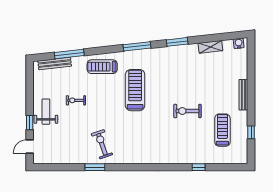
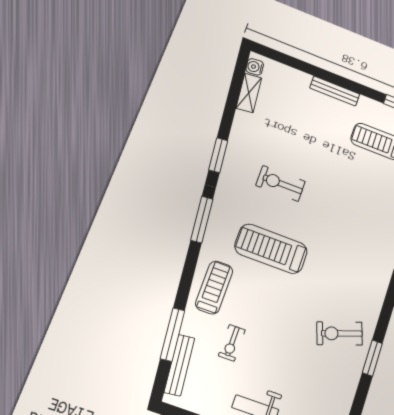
shelving: (210, 47) -> (249, 93), moved
treadmill: (102, 67) -> (214, 287), turned 180
exercise bike: (76, 100) -> (232, 343), moved
exercise bike: (187, 111) -> (281, 183), moved, turned 90

